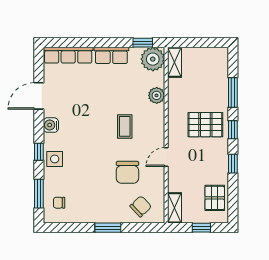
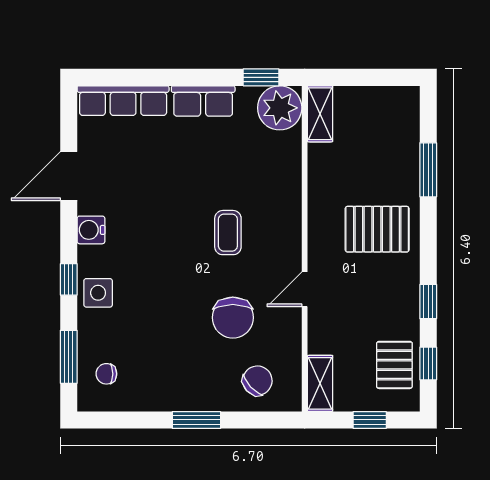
plant: (157, 95) -> (287, 175), removed
window: (233, 130) -> (428, 363), moved

